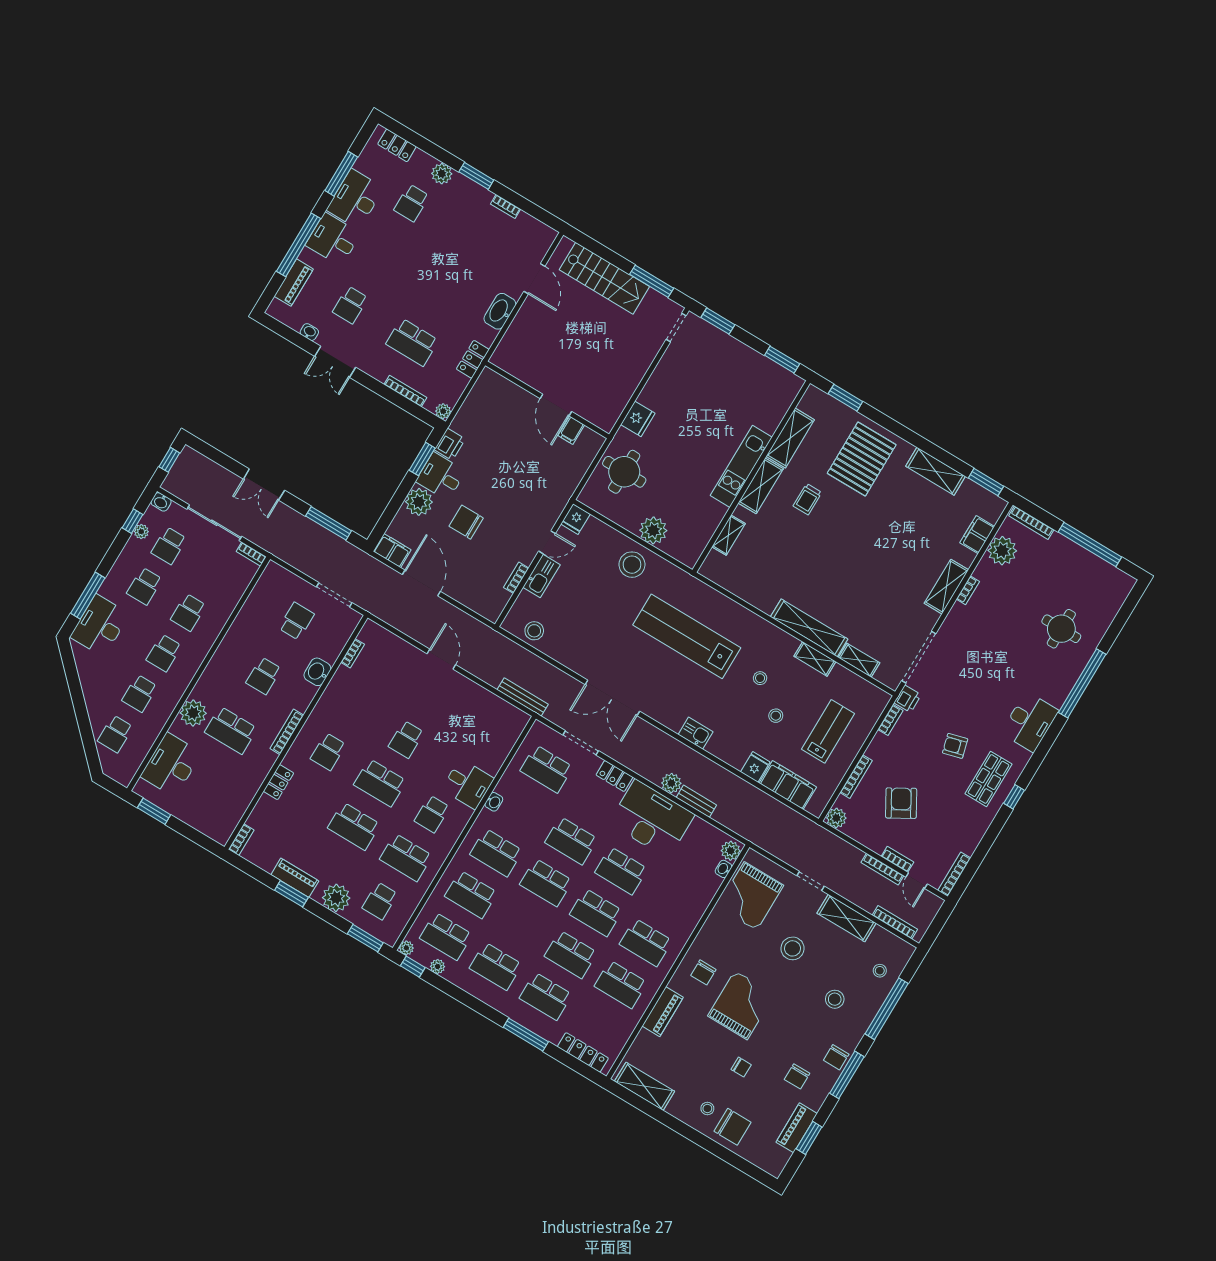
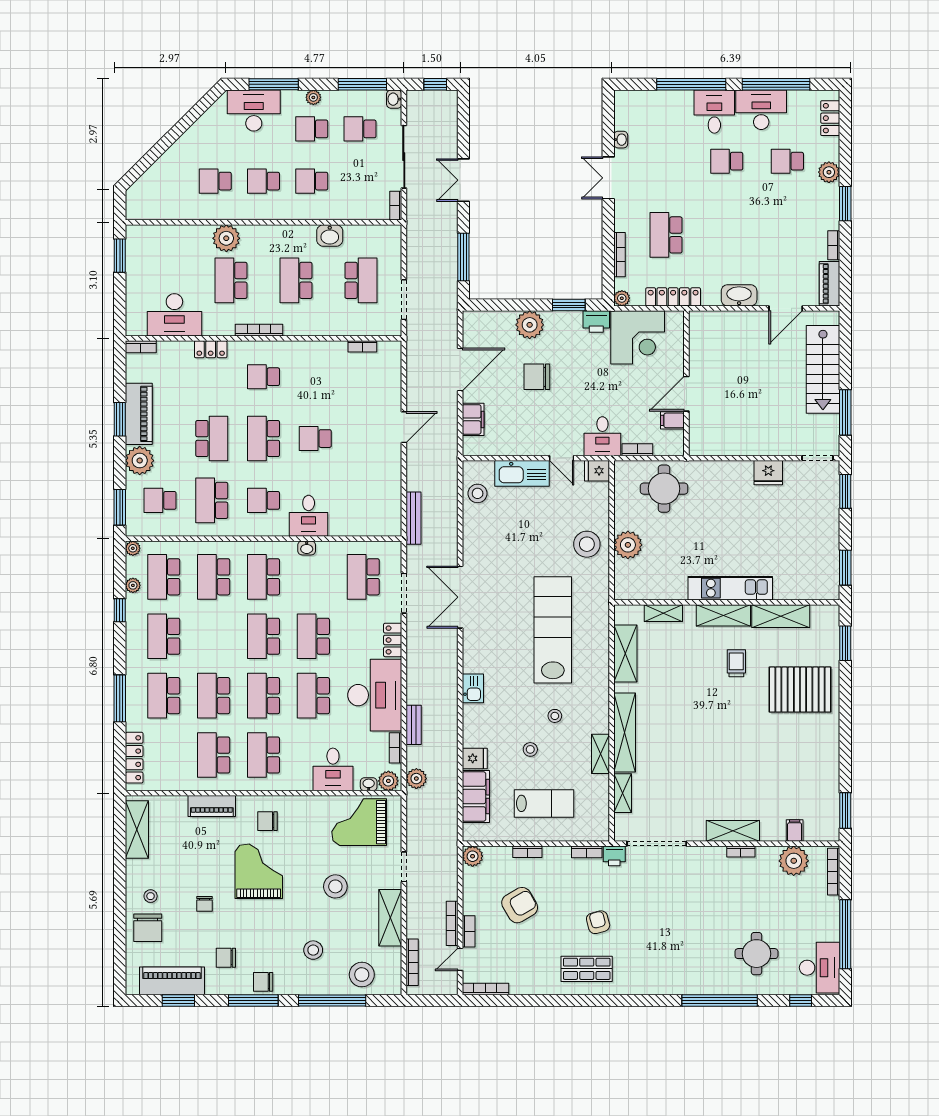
window: (341, 174) -> (776, 84), width x1.46
piano: (294, 283) -> (830, 284), moved, turned 90
school desk: (350, 305) -> (727, 161), moved
locker: (473, 359) -> (673, 297), width x1.53
corner desk: (484, 418) -> (638, 337), added
fridge: (638, 419) -> (768, 473), moved
shelving: (935, 471) -> (625, 653), moved
desk: (441, 476) -> (602, 436), moved, turned 180
trolley: (807, 499) -> (736, 663), turned 90
window: (132, 521) -> (362, 84), width x2.17
chair: (466, 522) -> (537, 377), turned -90
plant: (141, 532) -> (313, 97), moved
filing cabinet: (977, 535) -> (795, 830), width x0.50
filing cabinet: (392, 551) -> (473, 419), moved
kitchen sink: (541, 576) -> (522, 473), width x1.36, depth x1.24
bookcase: (516, 578) -> (637, 450), moved
school desk: (296, 621) -> (361, 280), width x1.85
washbasin: (317, 672) -> (330, 236), moved, turned 180
school desk: (264, 676) -> (296, 280), width x1.85
desk: (1030, 722) -> (820, 968), moved, turned -90
school desk: (115, 734) -> (167, 181), removed
desk: (171, 765) -> (174, 315), moved, turned 180
bookcase: (856, 777) -> (527, 852), width x0.64
plant: (671, 783) -> (416, 779), moved
window: (1014, 797) -> (801, 1001), moved
school desk: (354, 826) -> (212, 439), turned 180
bookcase: (706, 828) -> (396, 748), added
piano: (295, 878) -> (139, 414), width x1.37, depth x1.33
desk: (693, 891) -> (333, 769), added
window: (413, 967) -> (120, 610), moved
stool: (880, 971) -> (362, 975), width x1.89, depth x1.89
grand piano: (741, 1005) -> (259, 871), turned -90
piano: (797, 1128) -> (172, 981), width x1.37, depth x1.33

